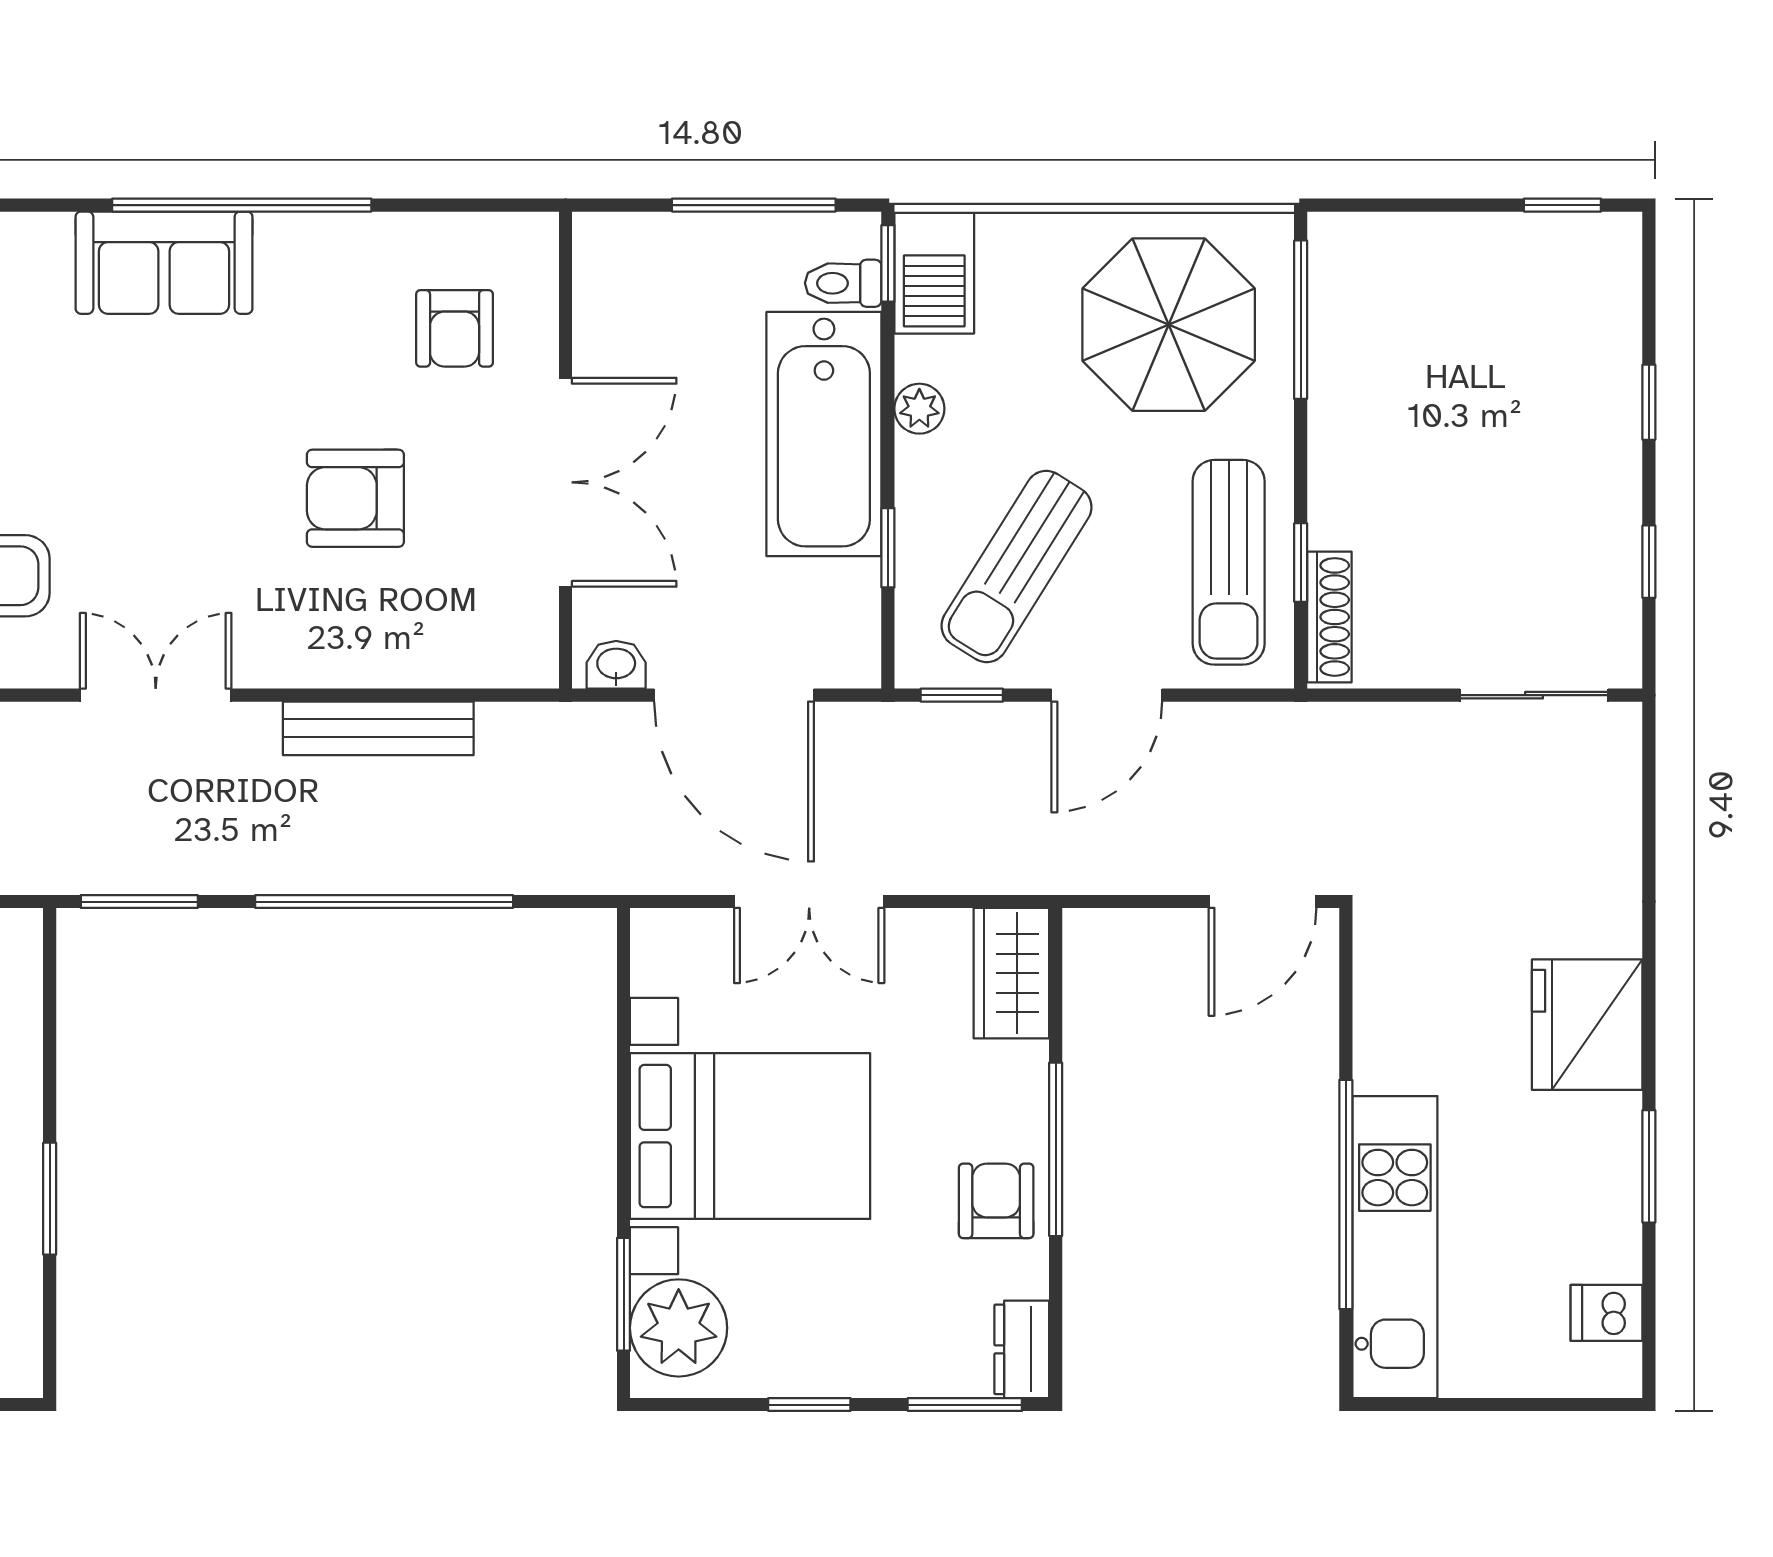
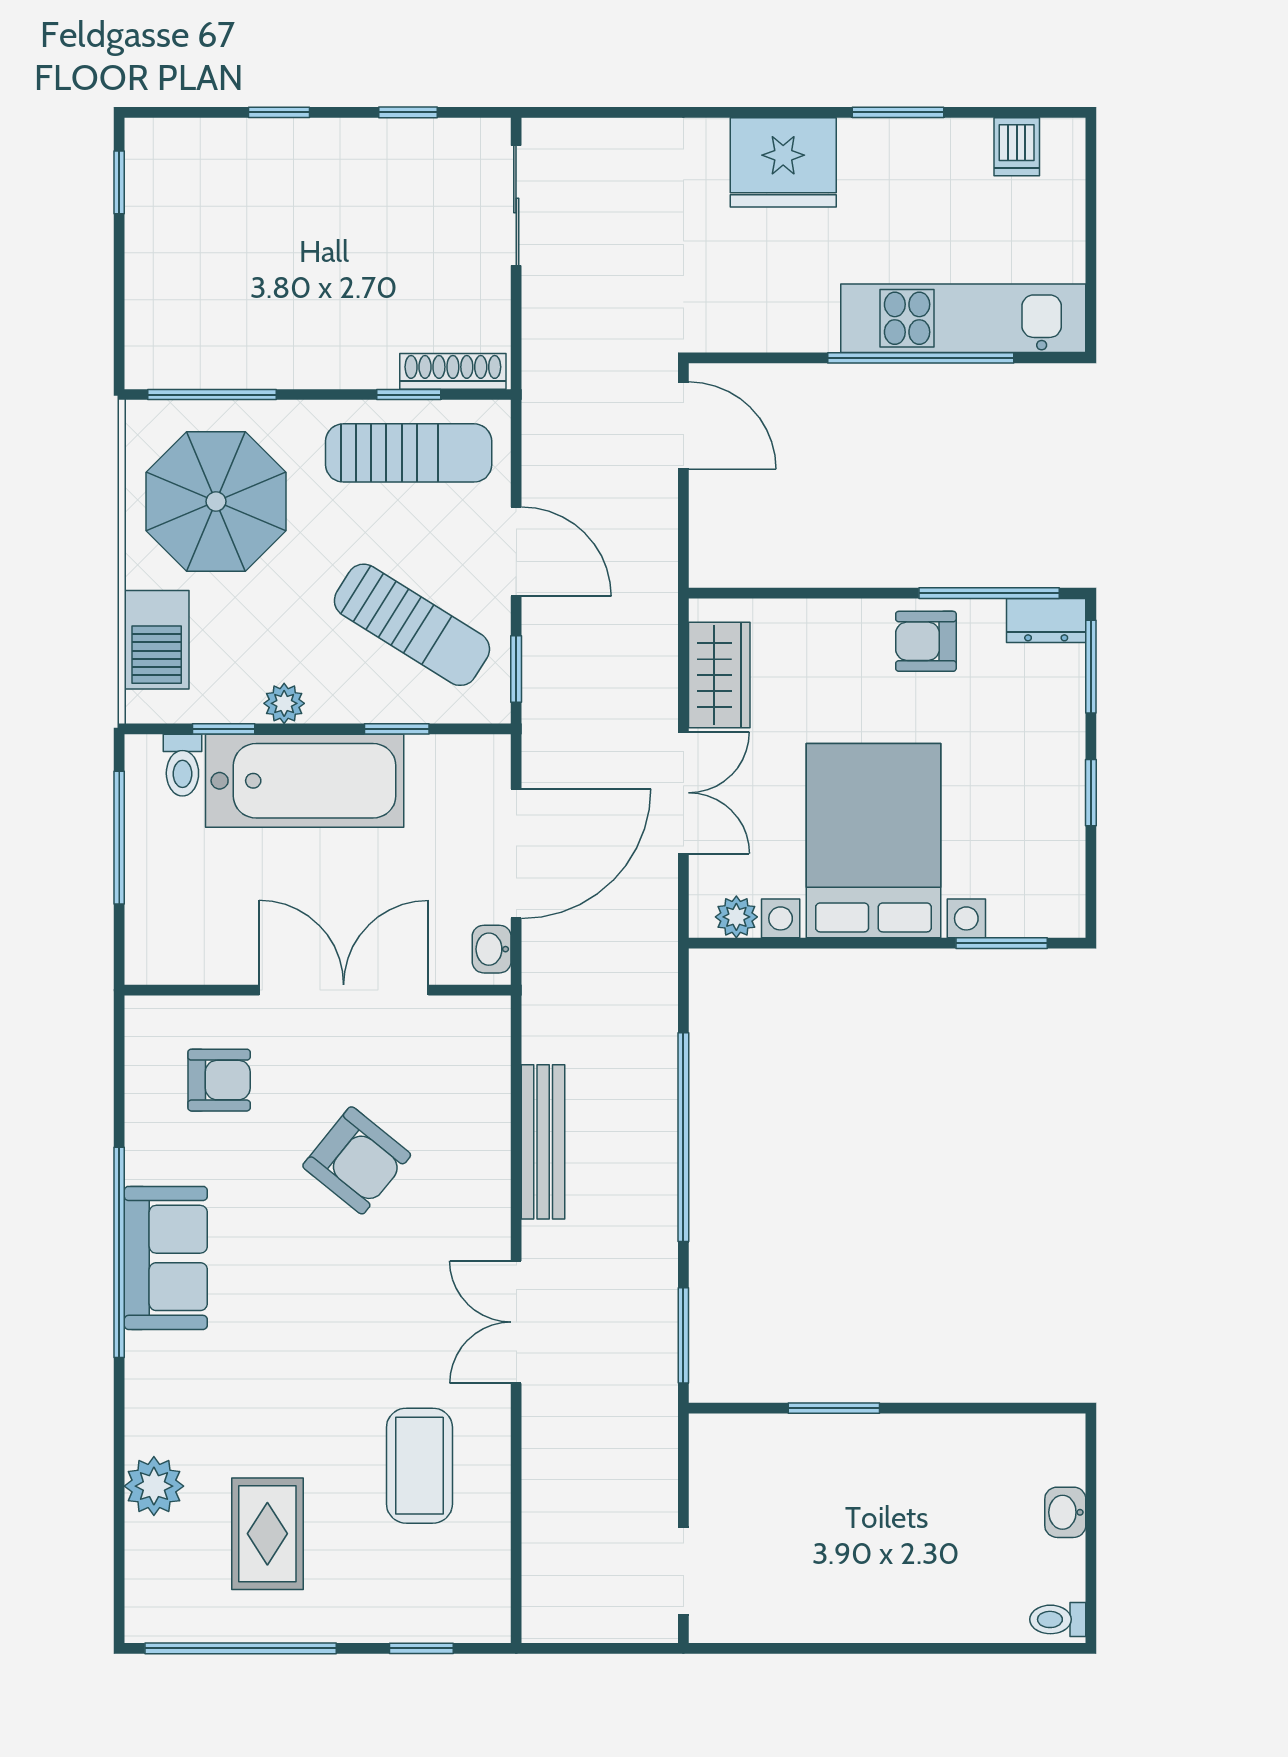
sofa: (164, 263) -> (166, 1258), moved
window: (888, 263) -> (224, 729), moved
barbecue: (934, 273) -> (157, 640), moved, turned 90
armchair: (355, 498) -> (357, 1160), turned -51
wardrobe: (1011, 973) -> (719, 675), moved, turned -90
window: (1056, 1149) -> (989, 593), moved
window: (50, 1199) -> (834, 1408), moved
plant: (679, 1328) -> (736, 917), moved, width x0.53, depth x0.53

